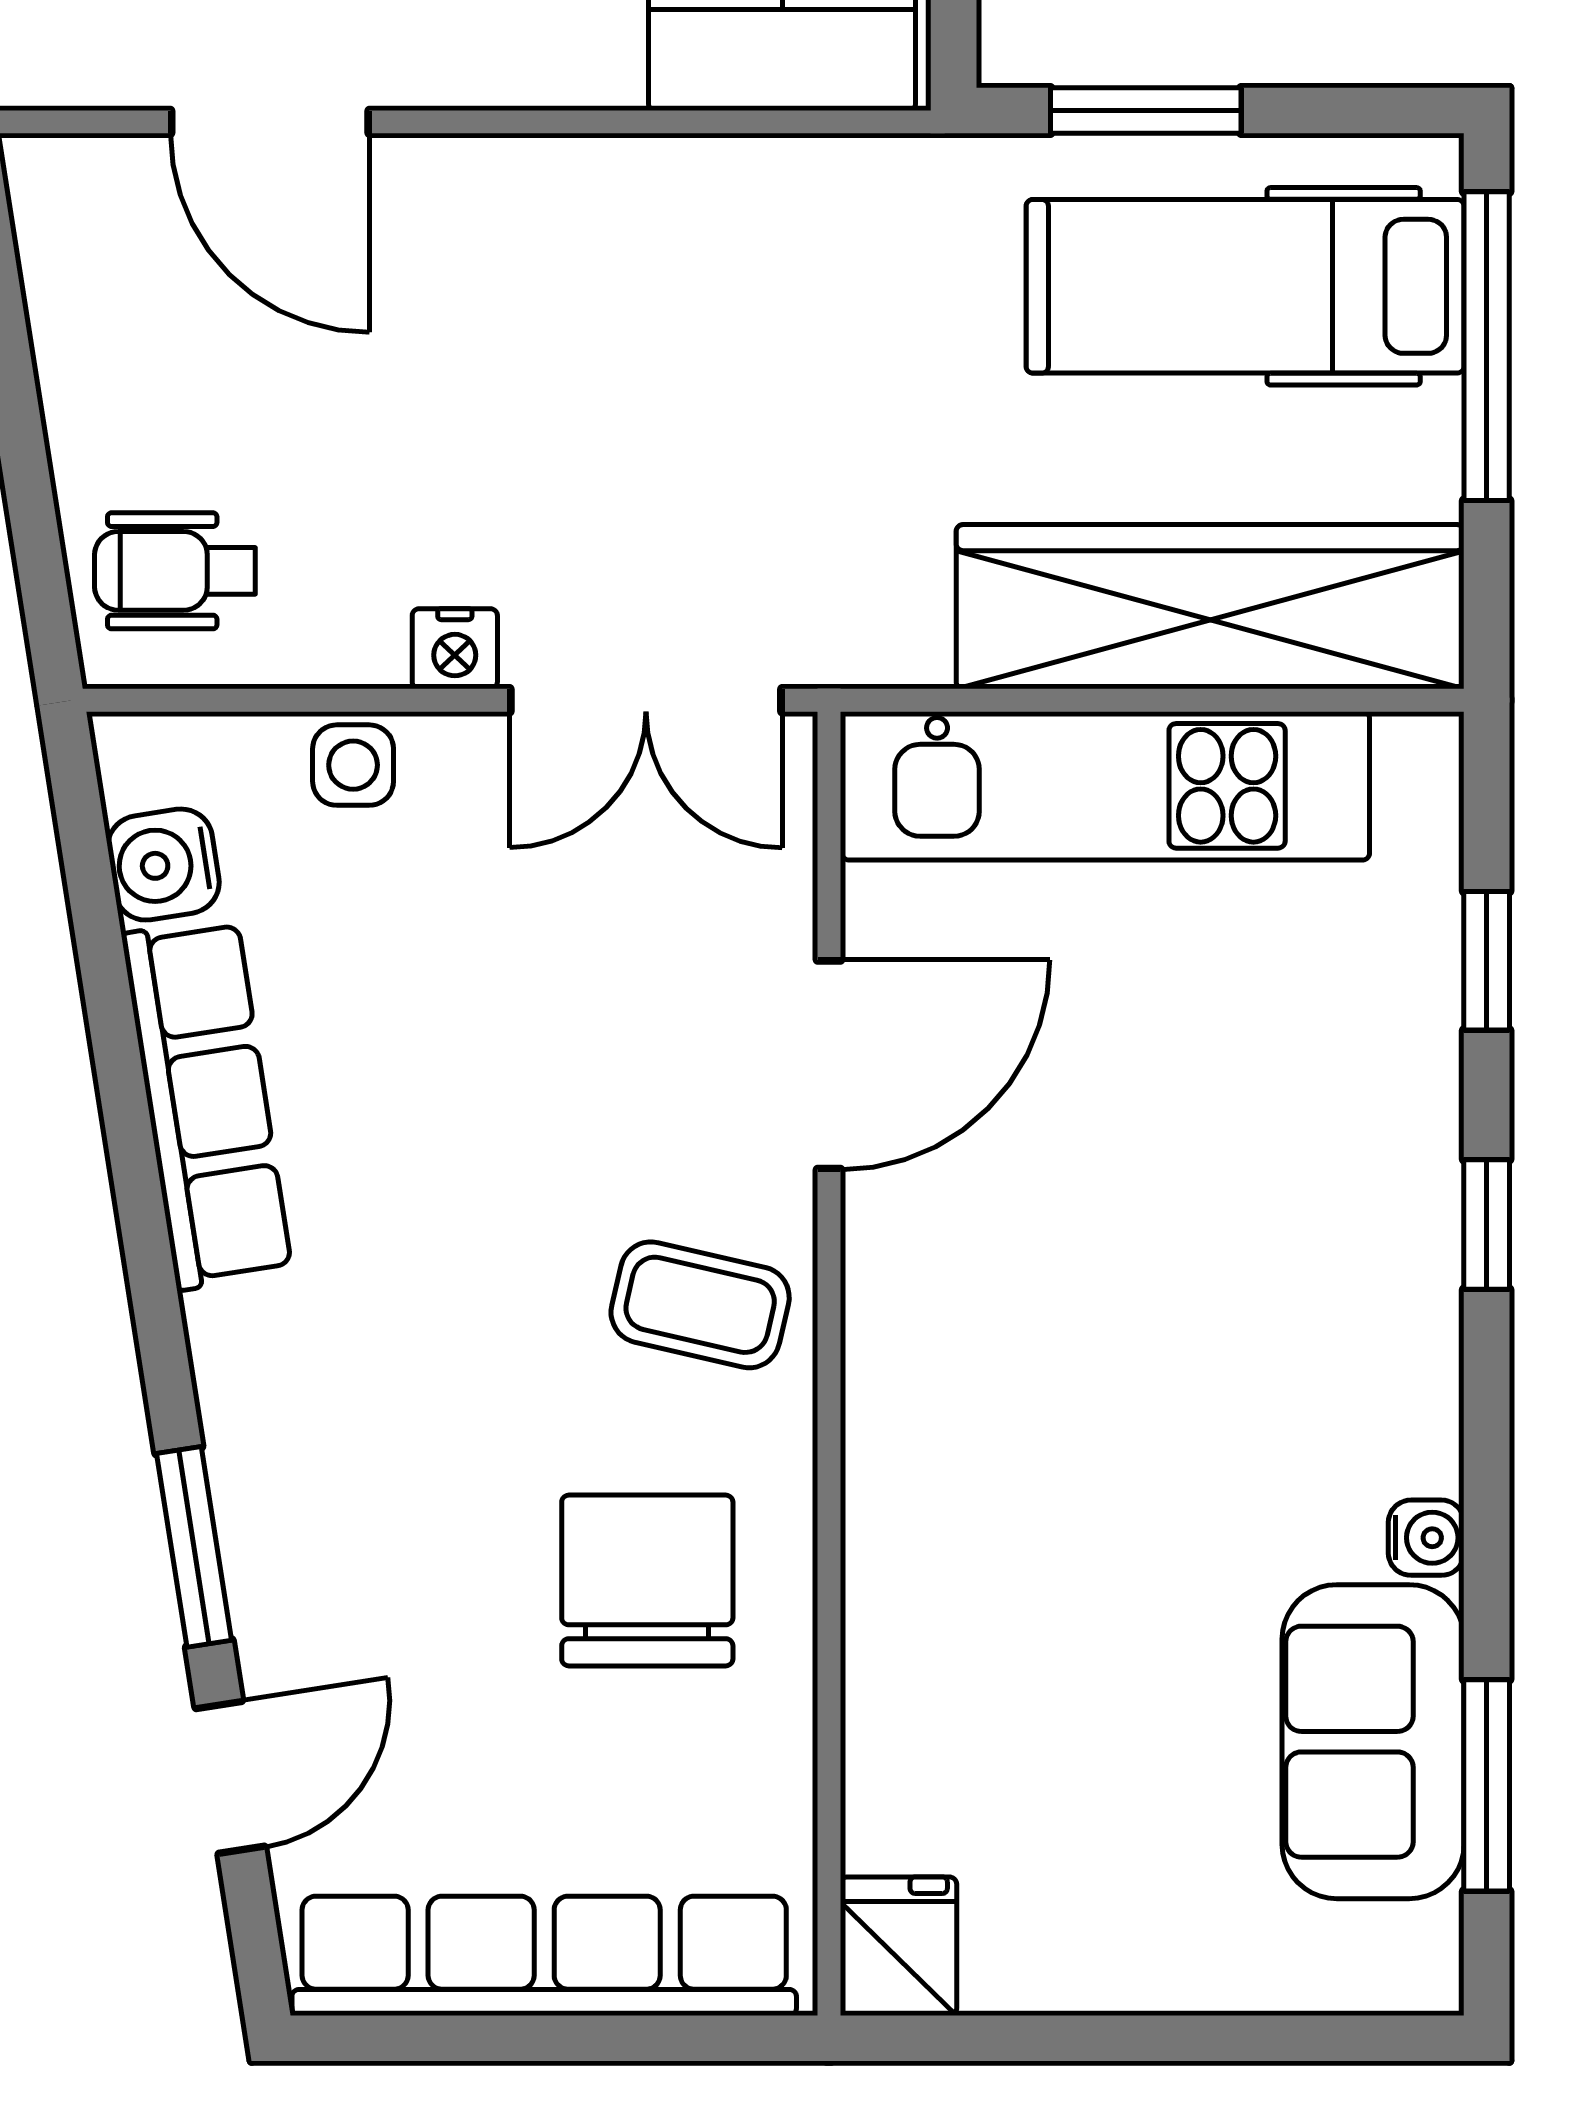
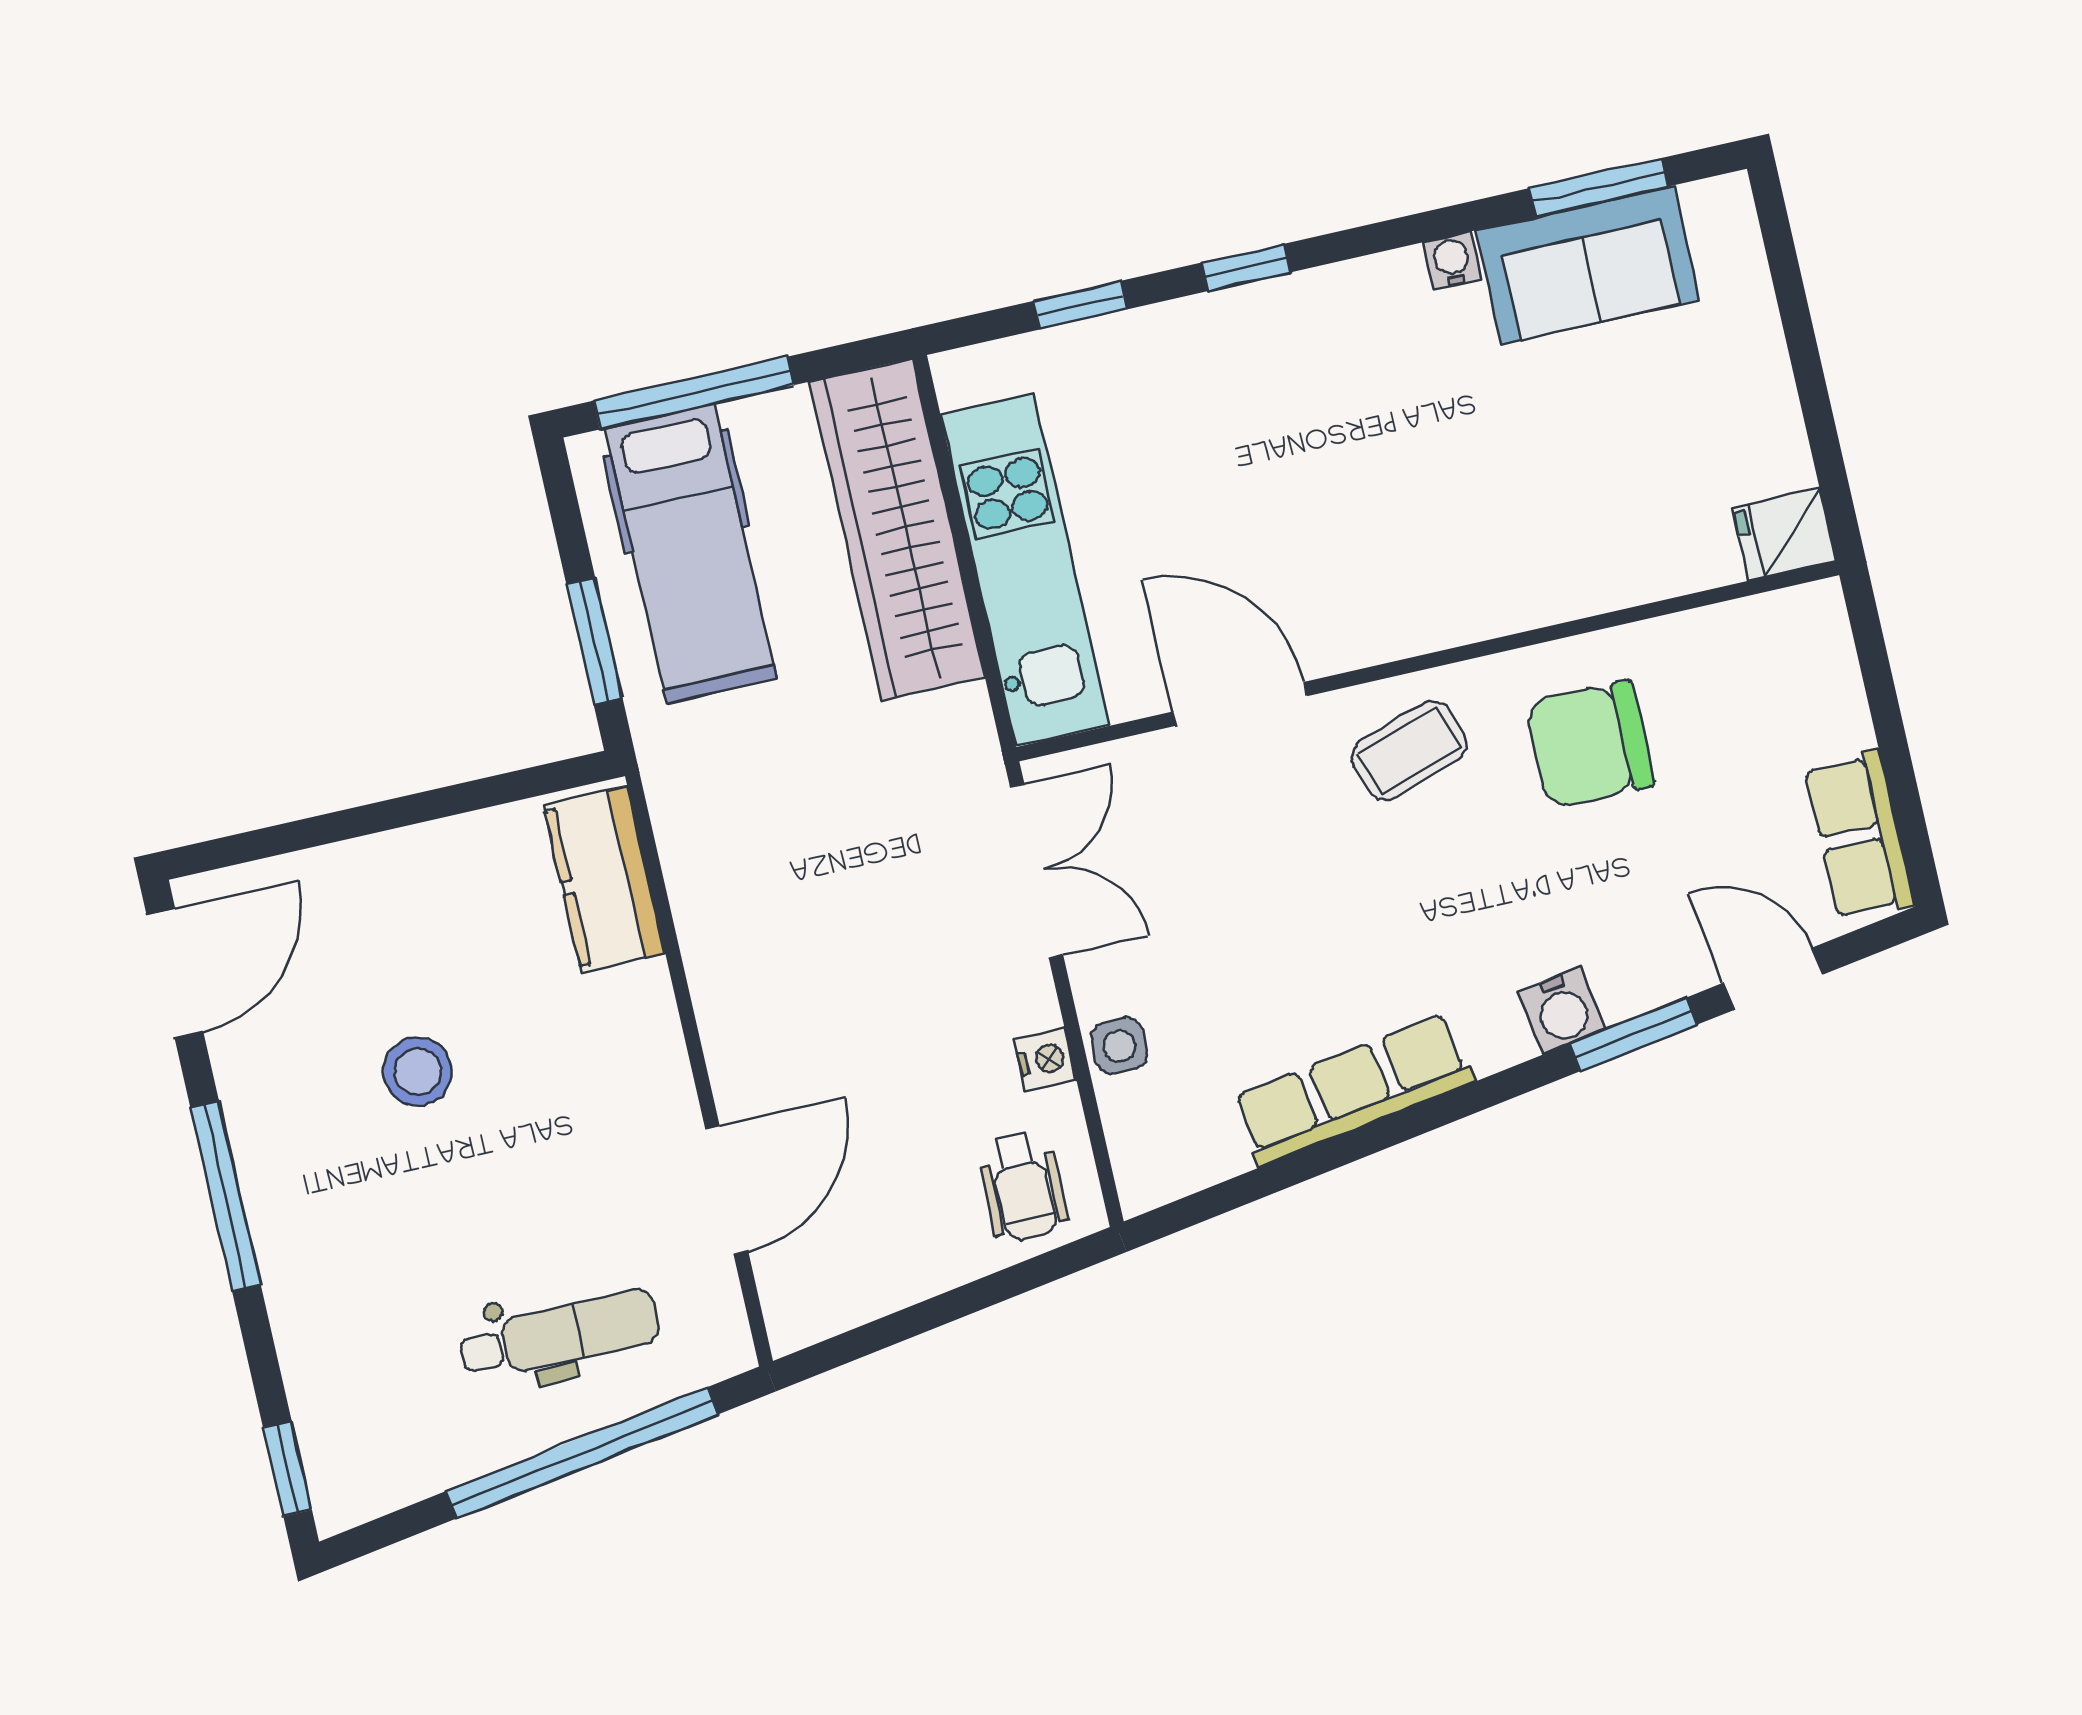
nightstand: (455, 649) -> (1045, 1059), moved
water cooler: (163, 865) -> (1562, 1010), moved
coffee table: (700, 1305) -> (1409, 751), turned 59
row of seats: (544, 1956) -> (1859, 836), width x0.50

